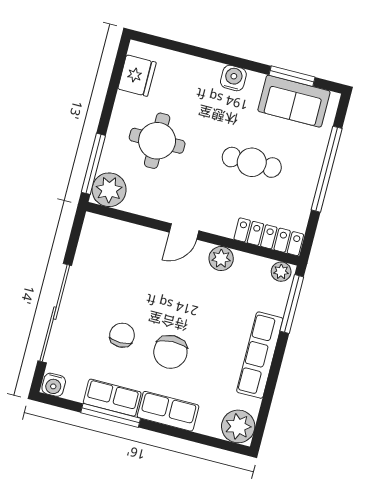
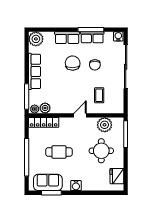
plant: (109, 190) -> (105, 125), moved
plant: (221, 259) -> (45, 108), moved
coffee table: (130, 265) -> (99, 95), added

